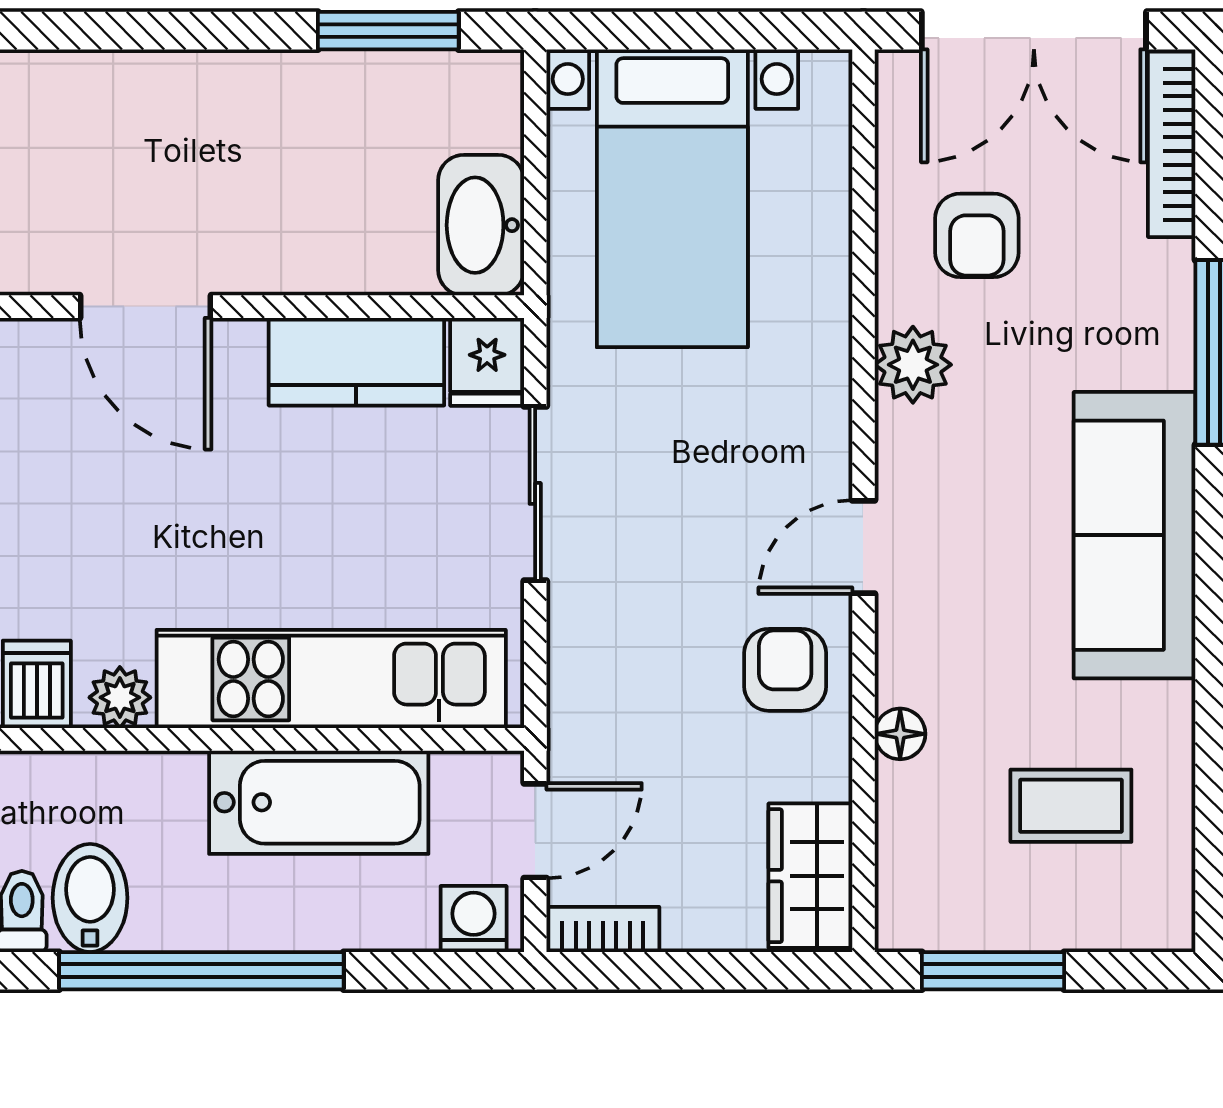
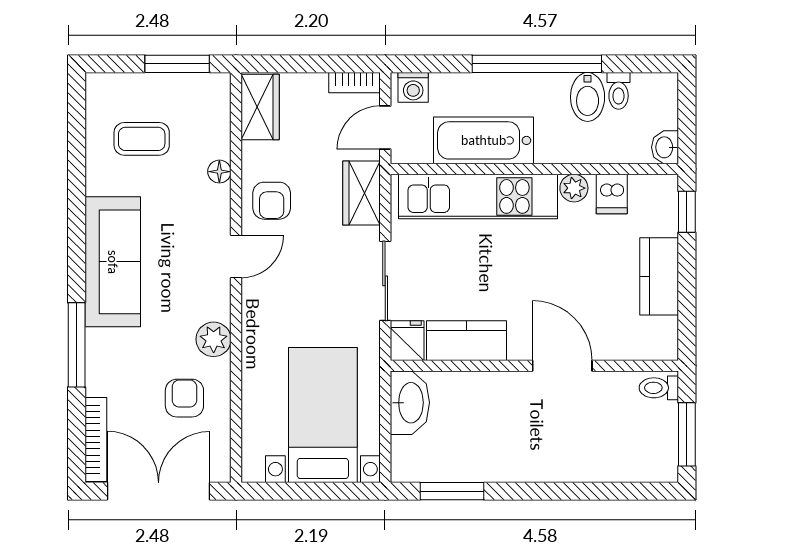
wardrobe: (587, 687) -> (361, 193), added

